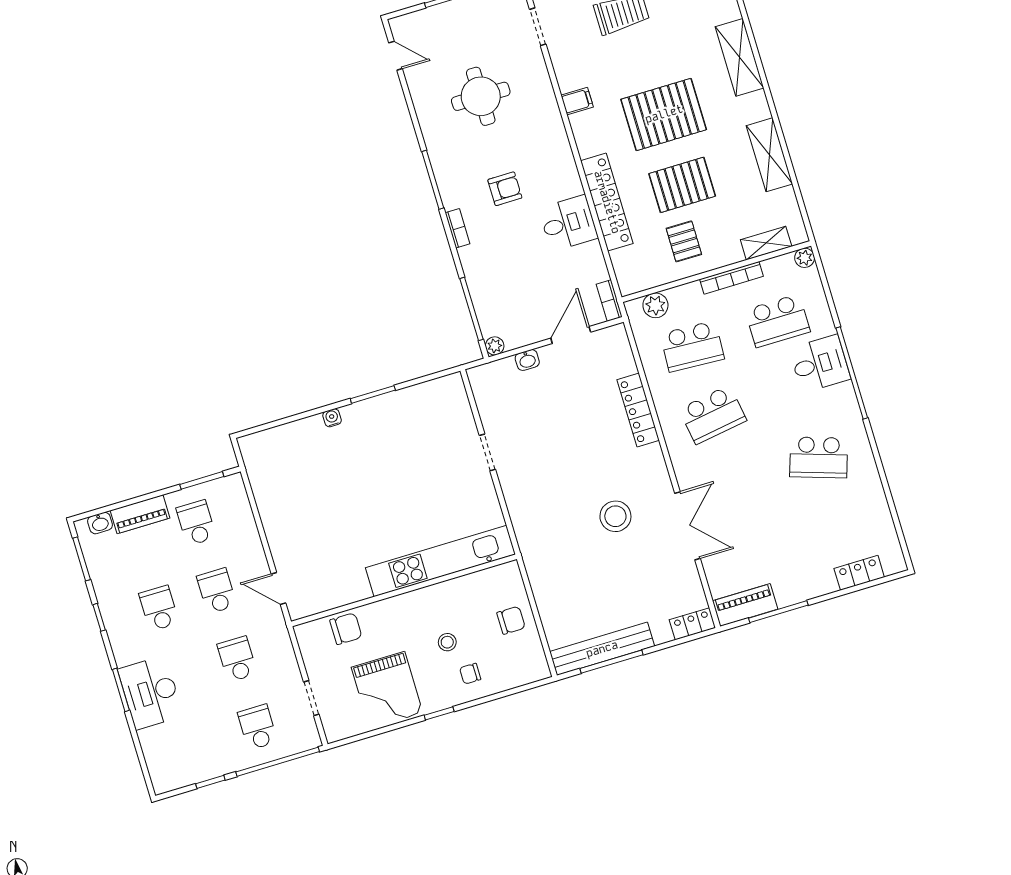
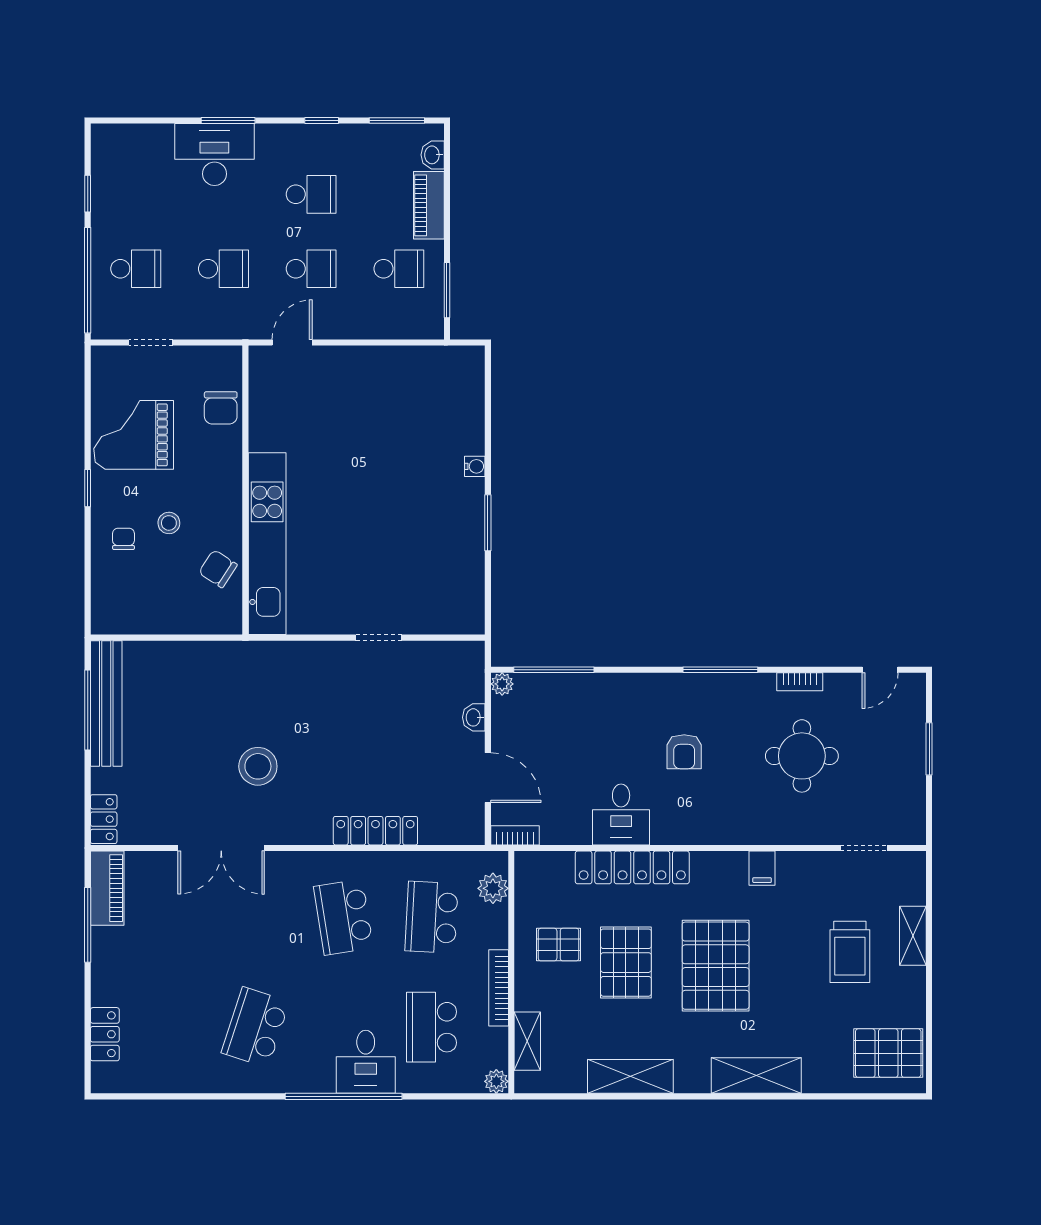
bookcase: (458, 228) -> (800, 682), moved
chair: (511, 620) -> (218, 569), moved, turned 123

